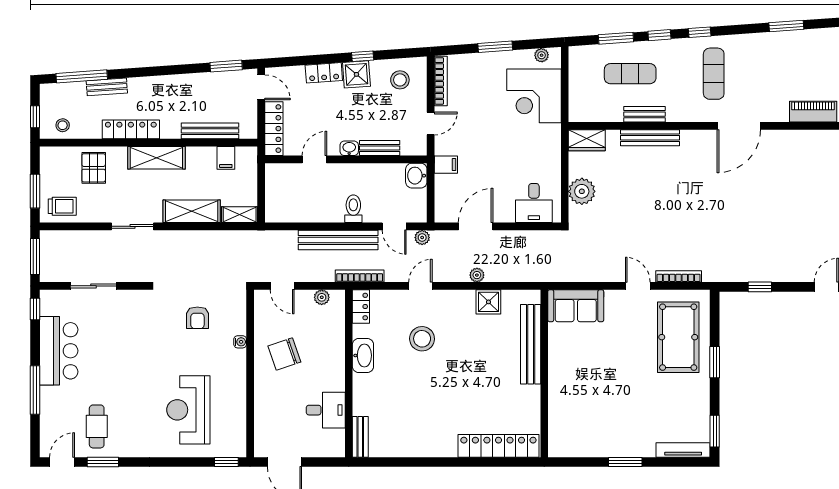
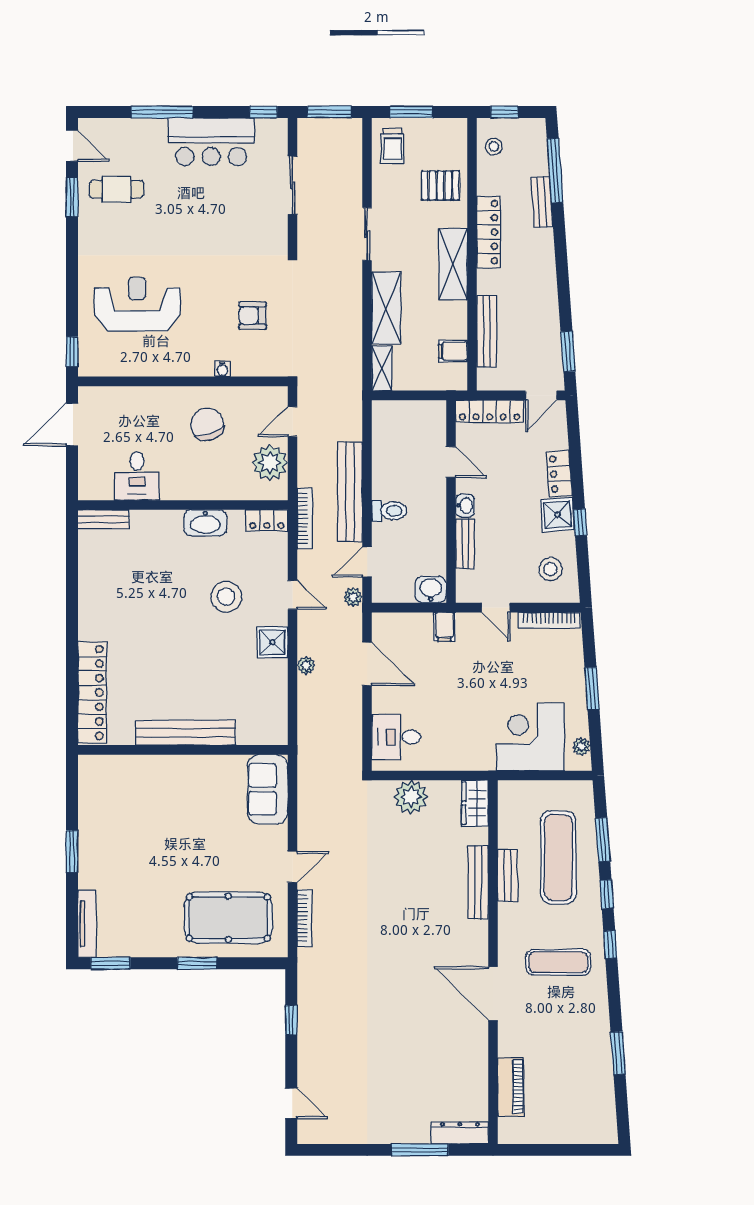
exercise mat: (630, 74) -> (558, 857), width x1.36, depth x1.45
plant: (322, 297) -> (270, 463), width x1.88, depth x1.88
shower: (488, 302) -> (272, 642), moved
bench: (531, 344) -> (185, 733), moved

